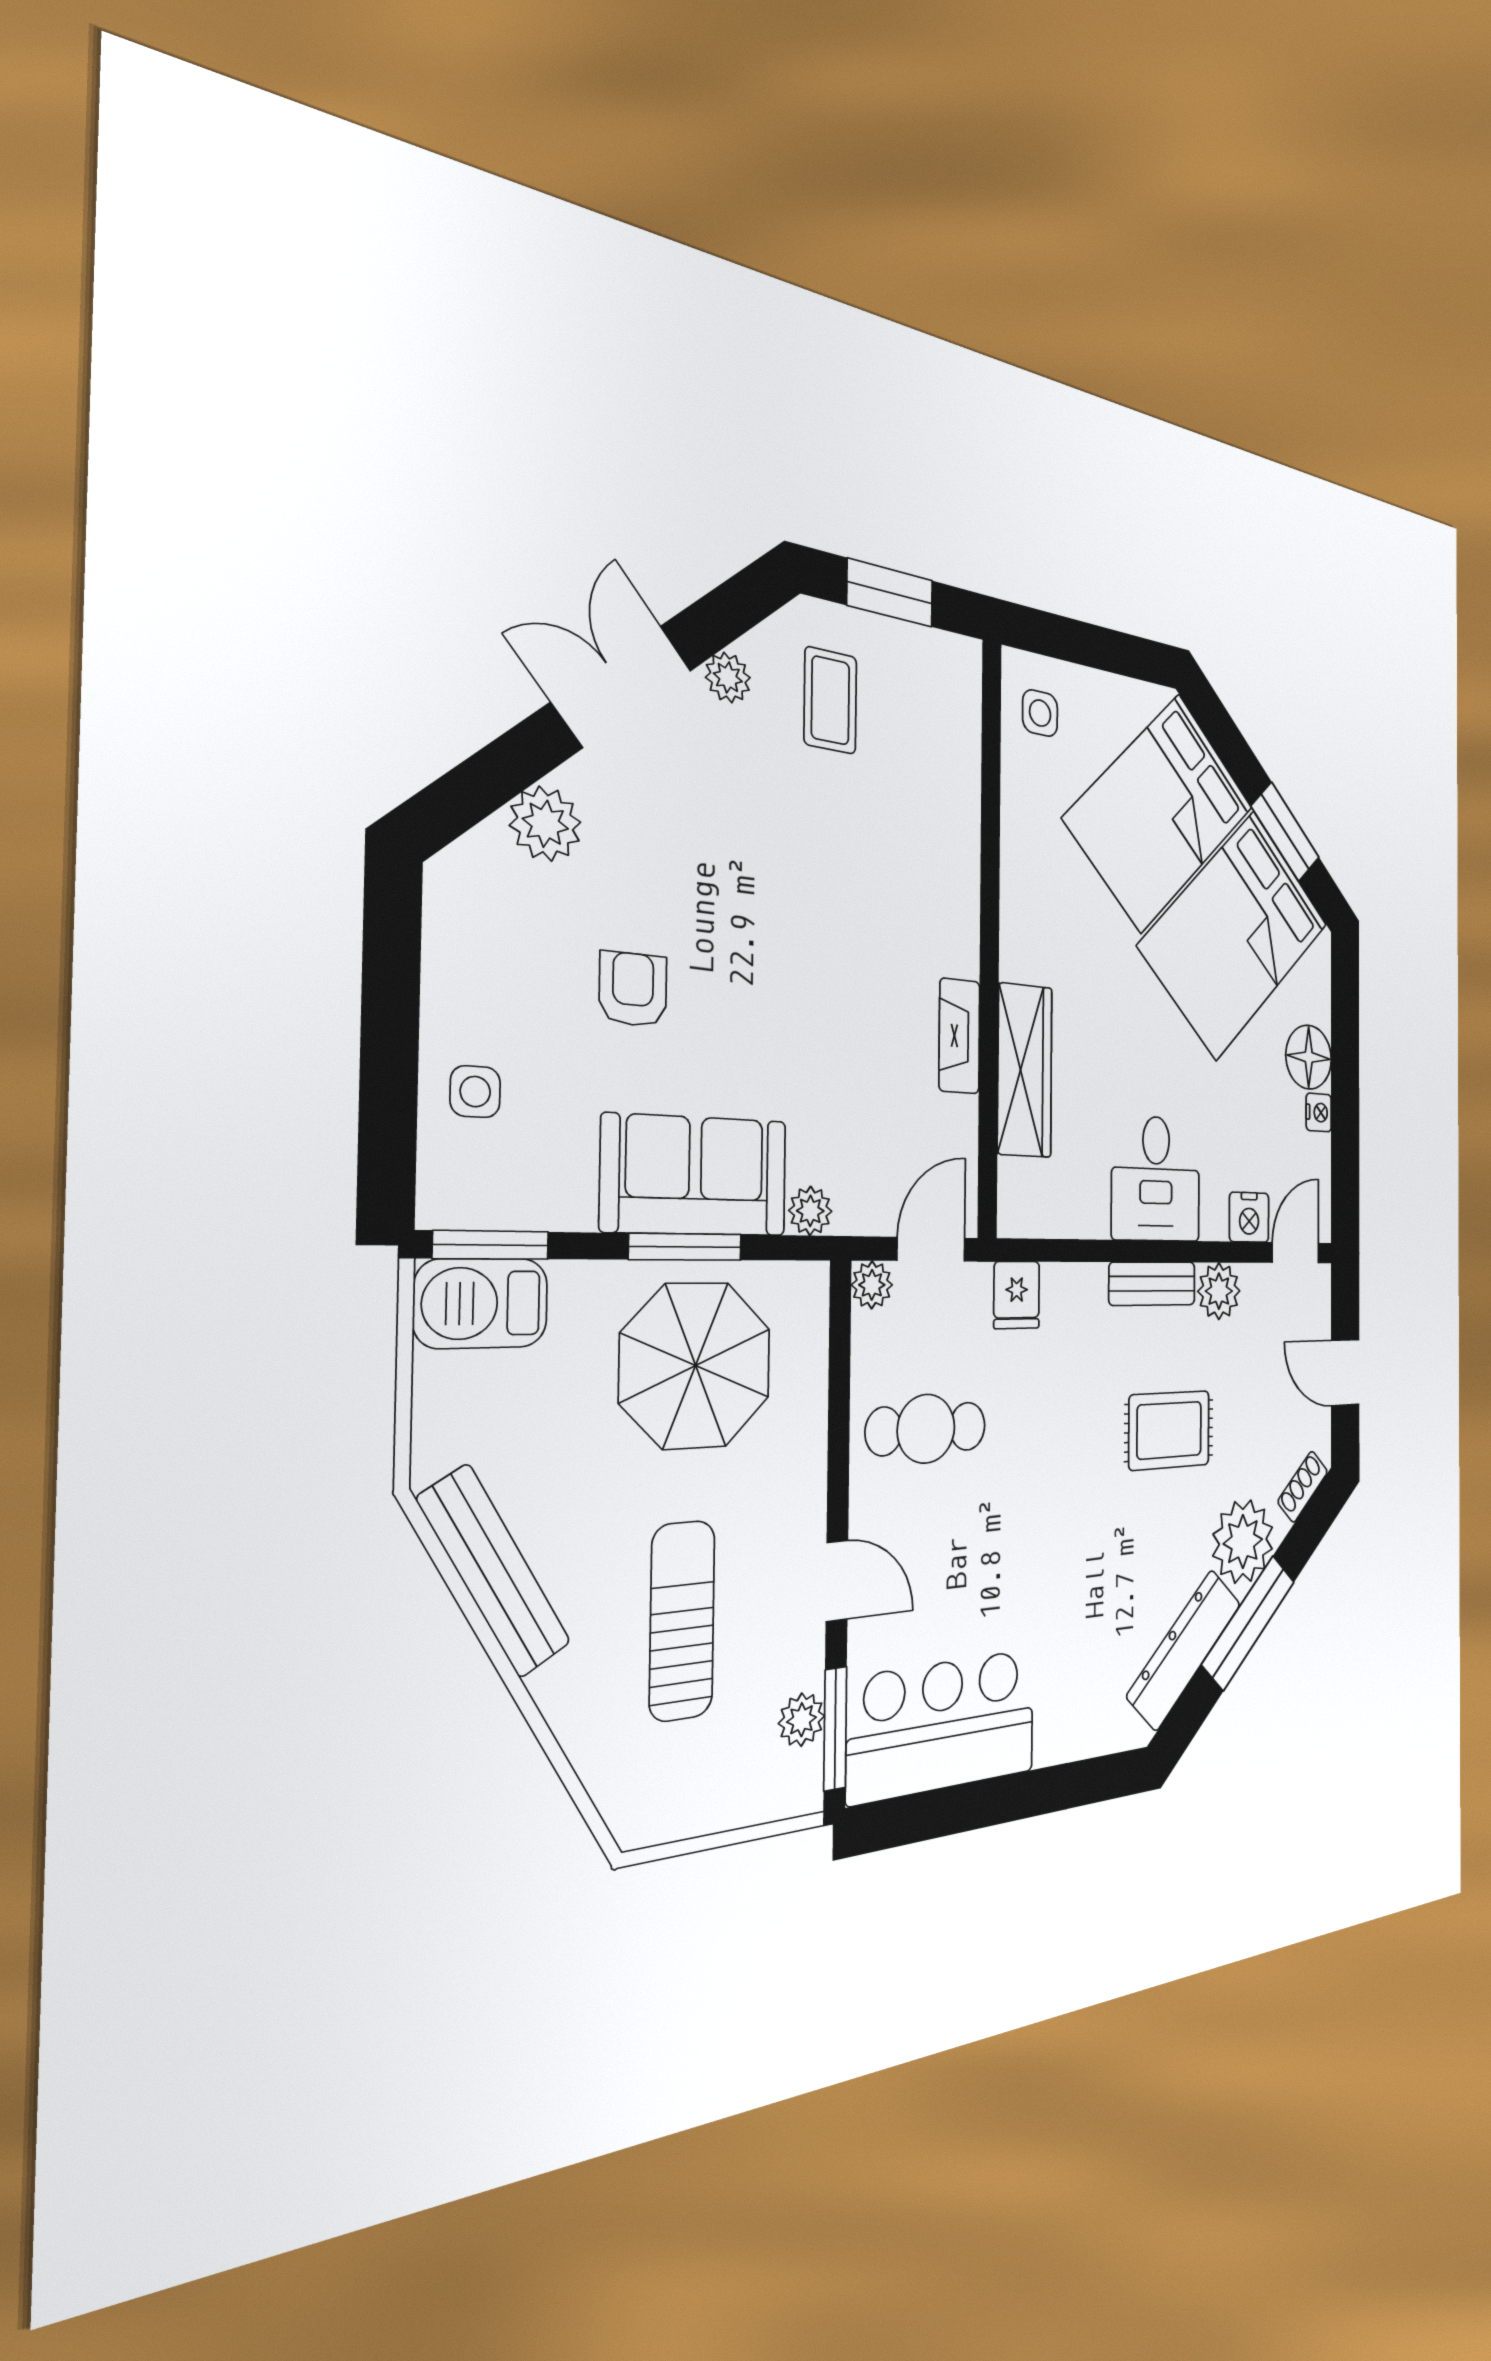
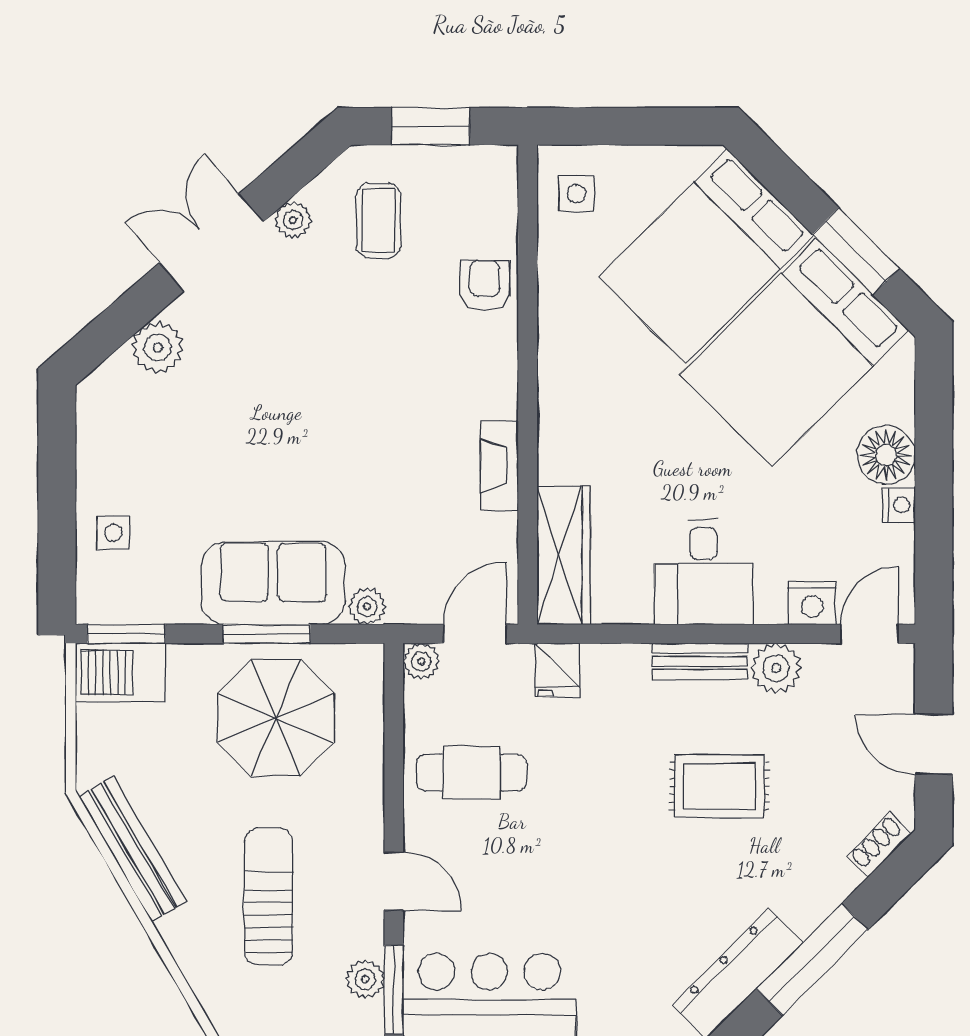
armchair: (633, 989) -> (485, 285), moved
wardrobe: (1025, 1070) -> (564, 555), moved
plant: (1243, 1542) -> (805, 888), removed

